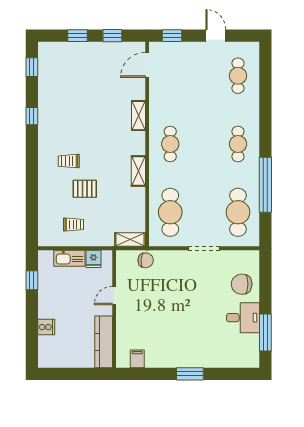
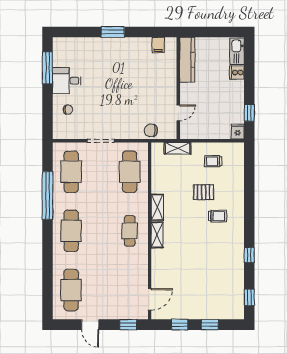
cafe table: (238, 76) -> (71, 290), width x1.37, depth x1.35
shelving: (138, 116) -> (157, 235), moved
cafe table: (238, 144) -> (71, 231), width x1.37, depth x1.35
shelving: (130, 240) -> (178, 148), moved
kitchen sink: (69, 258) -> (237, 51), moved, turned -90
fridge: (93, 259) -> (238, 132), moved
chair: (242, 284) -> (68, 110), width x0.54, depth x0.54
door: (114, 295) -> (178, 113), moved

